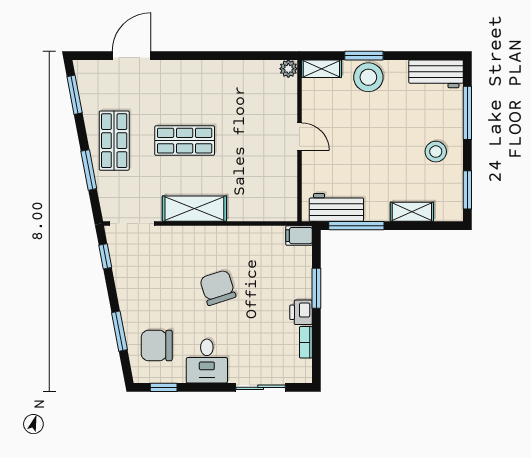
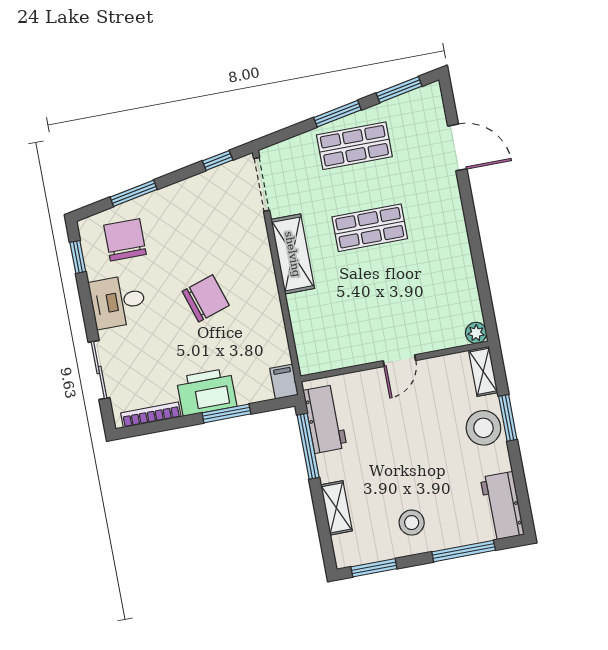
shop shelf: (185, 141) -> (370, 228), turned 90
window: (89, 170) -> (337, 114), moved
printer: (301, 312) -> (206, 392), width x1.87, depth x1.48
bookcase: (306, 342) -> (151, 415), width x1.56

